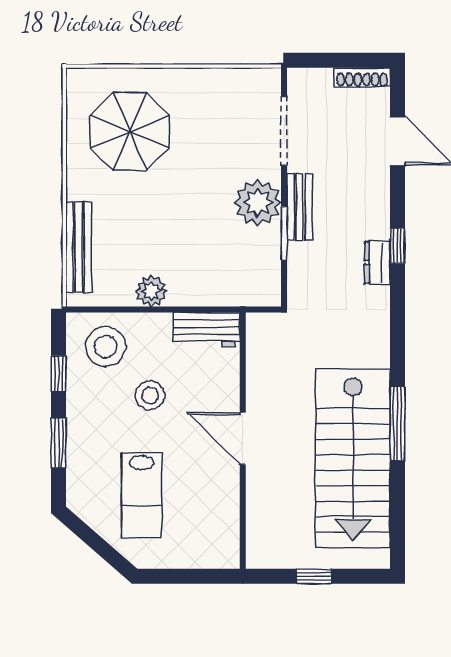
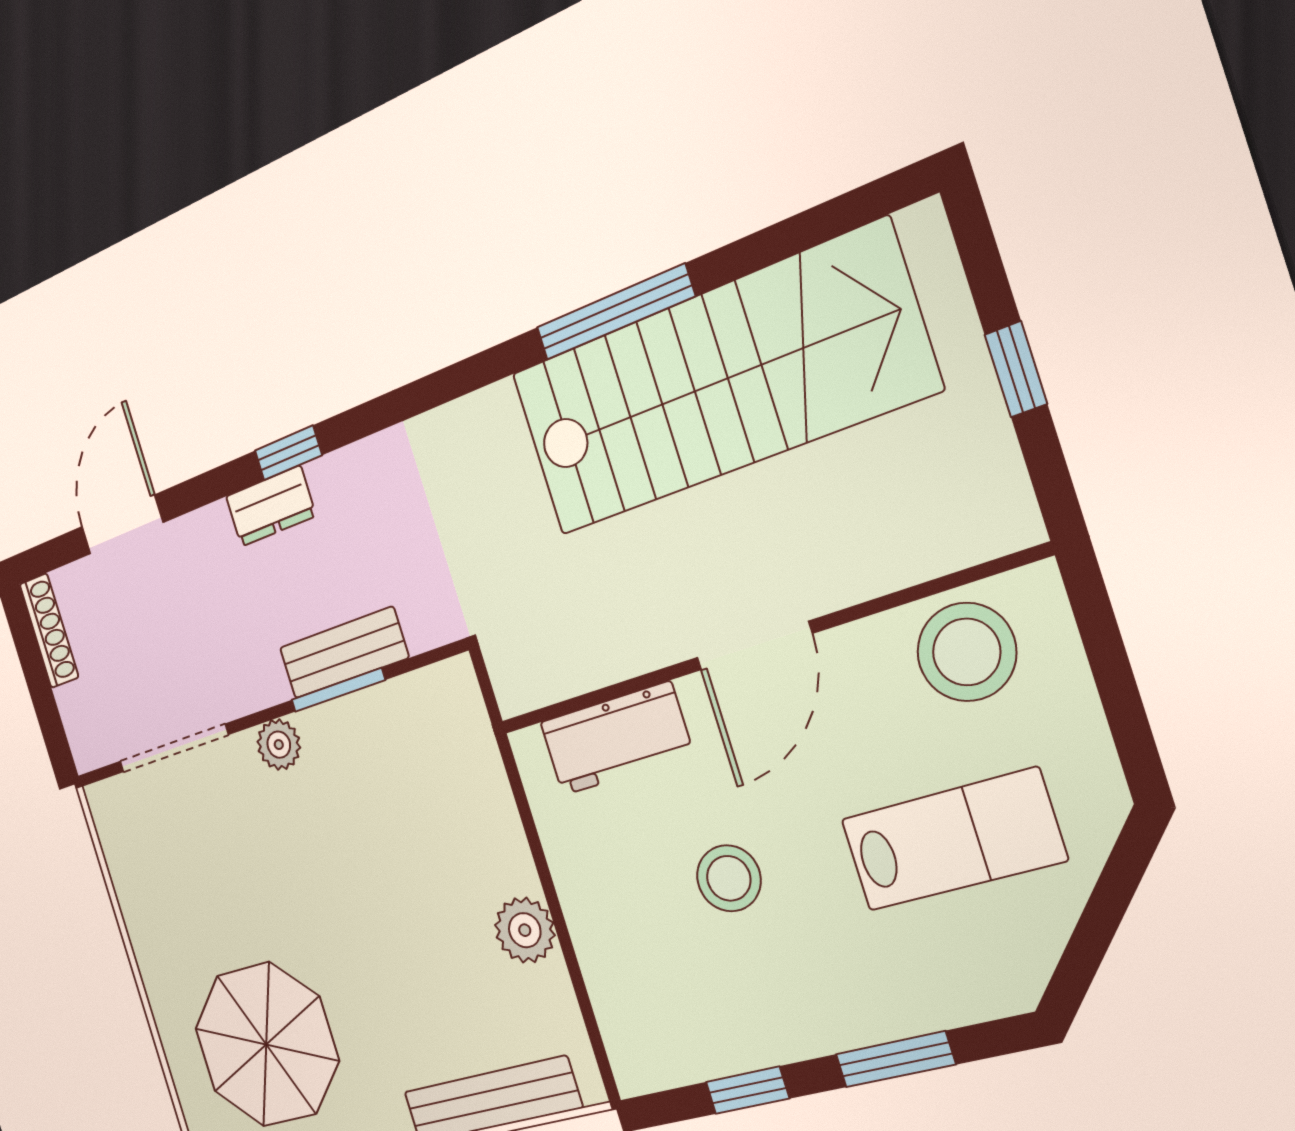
plant: (258, 203) -> (279, 745), width x0.53, depth x0.53
bench: (300, 207) -> (344, 653), moved
dresser: (377, 262) -> (271, 506), moved
workbench: (206, 330) -> (616, 739), moved, turned 90
stool: (106, 347) -> (967, 652), moved

